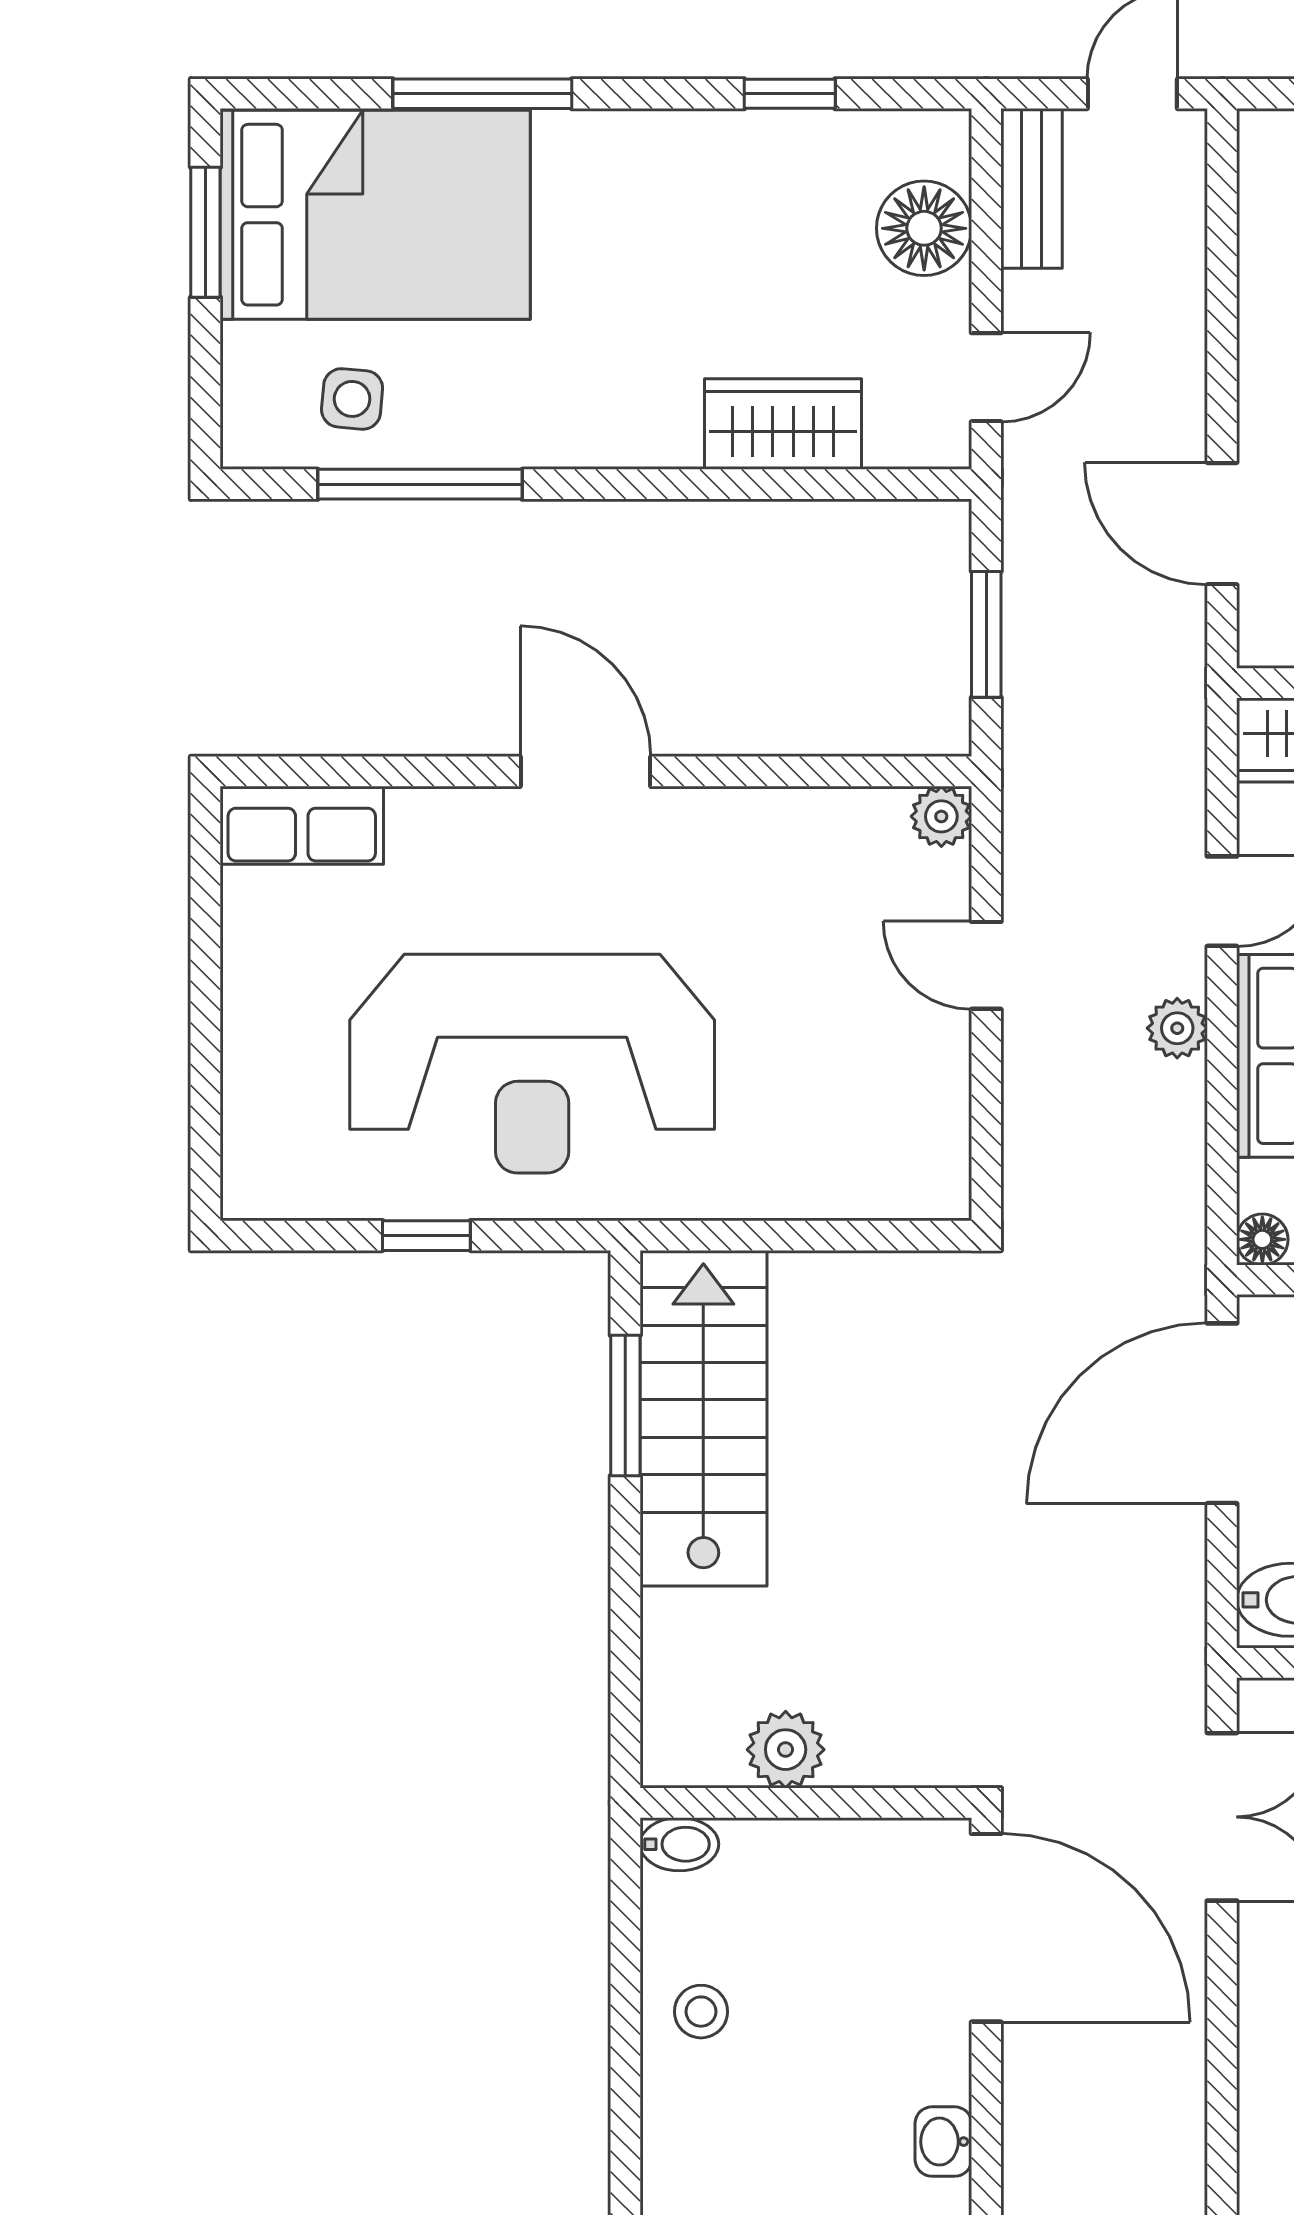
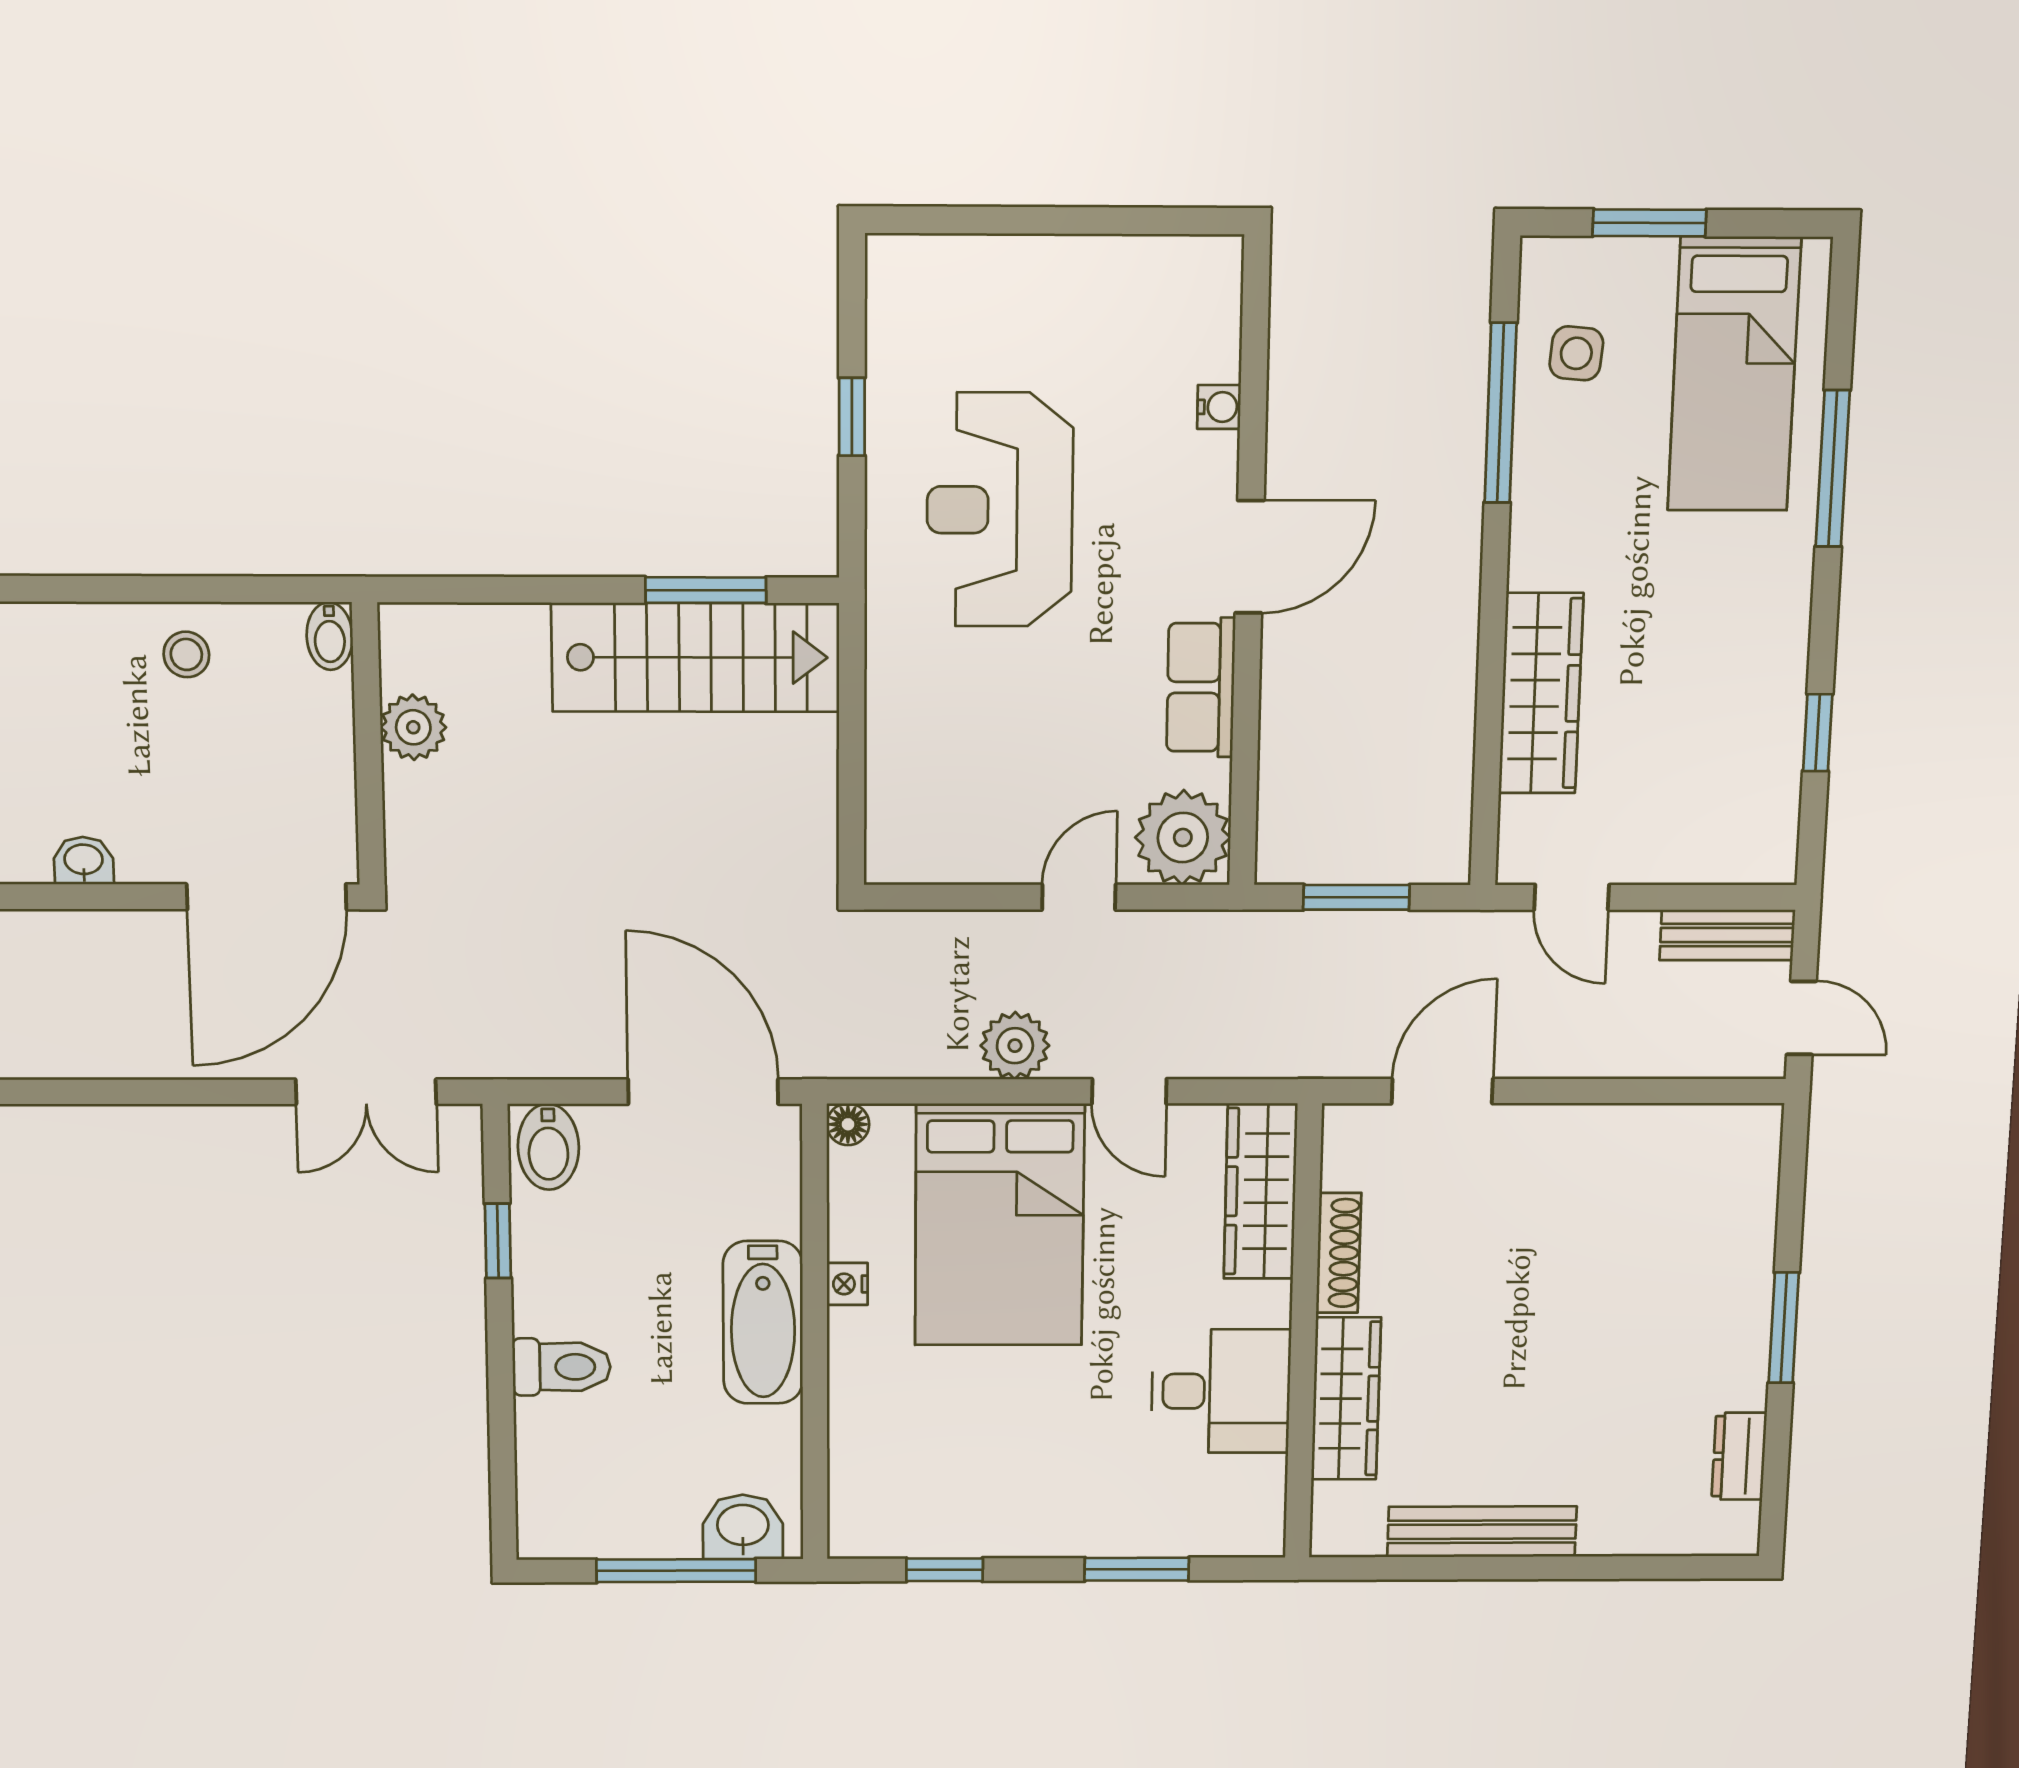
bed: (375, 215) -> (1734, 374), width x0.67
floor lamp: (924, 228) -> (1699, 846), removed
window: (205, 232) -> (1649, 223), moved
wardrobe: (783, 424) -> (1541, 693), width x1.50
water cooler: (414, 811) -> (1219, 407), added
plant: (941, 816) -> (1183, 838), width x1.87, depth x1.87
row of seats: (302, 825) -> (1201, 687), moved
plant: (1177, 1028) -> (1015, 1046), width x1.38, depth x1.38
reception desk: (532, 1064) -> (1000, 510), width x0.74, depth x0.77

